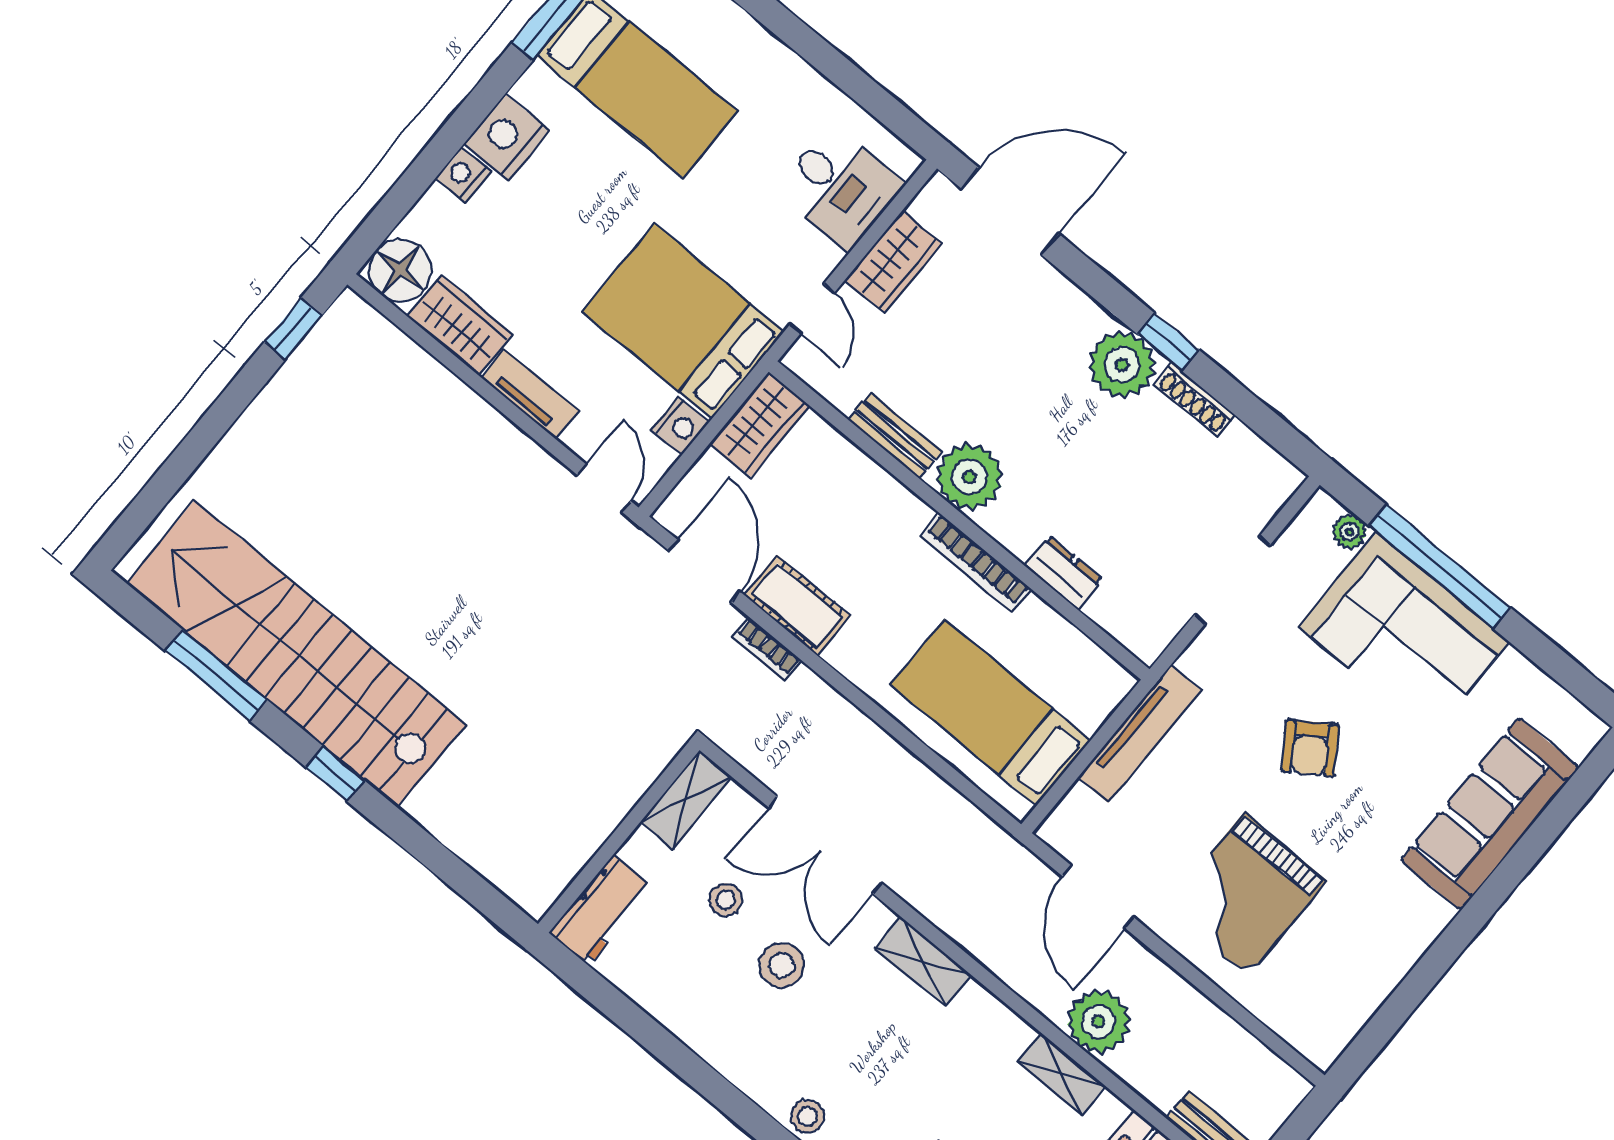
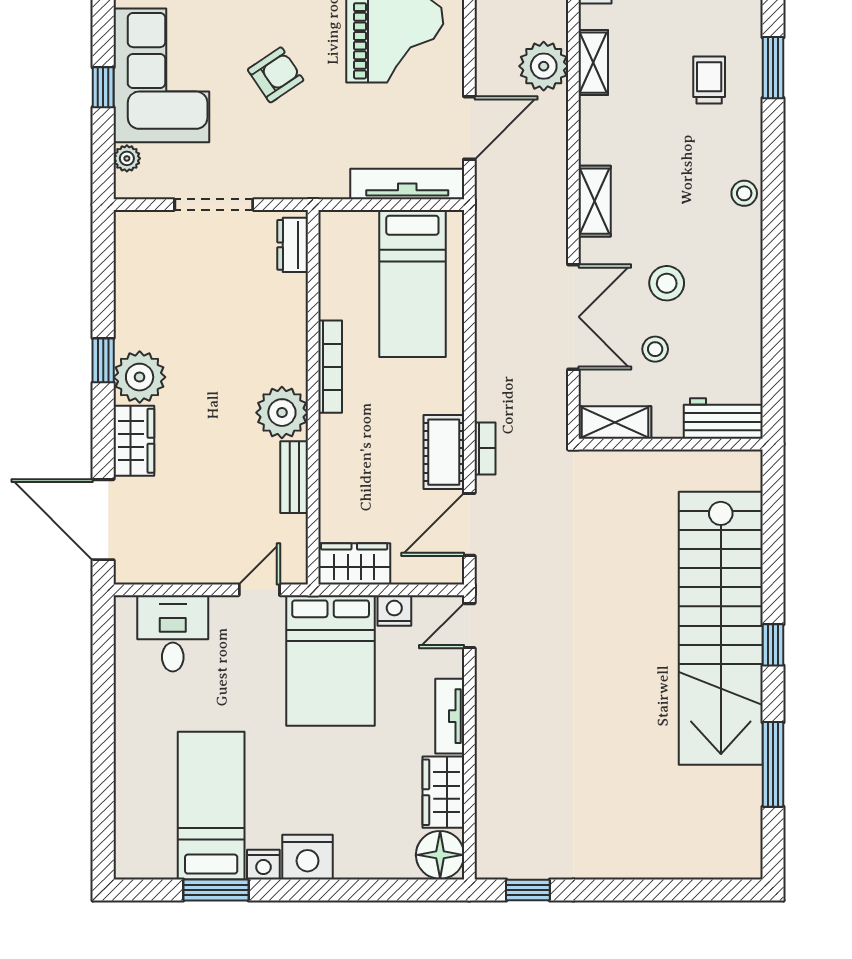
nightstand: (463, 175) -> (263, 865), moved
wardrobe: (893, 262) -> (134, 441), moved, turned 90
shoe rack: (1195, 400) -> (125, 316), removed
window: (1440, 567) -> (103, 87), width x0.32
dresser: (1064, 573) -> (293, 245), moved
stairs: (296, 654) -> (721, 628), moved
tv unit: (1139, 734) -> (407, 184), moved

